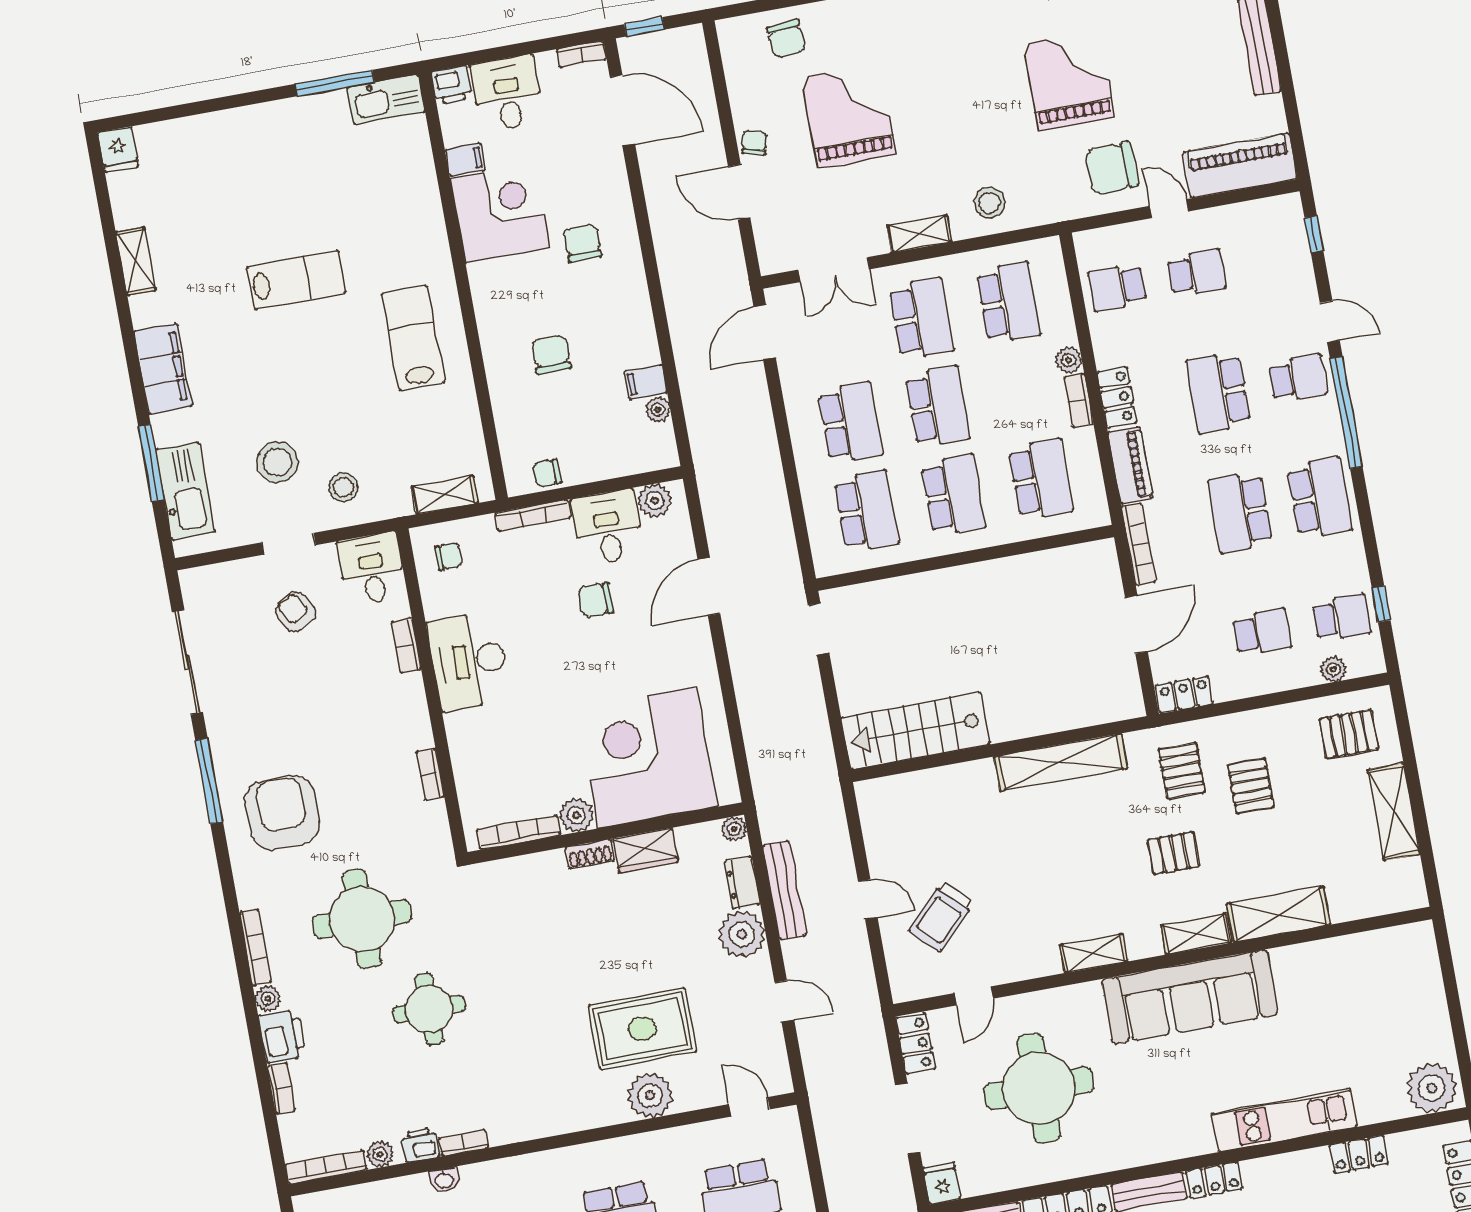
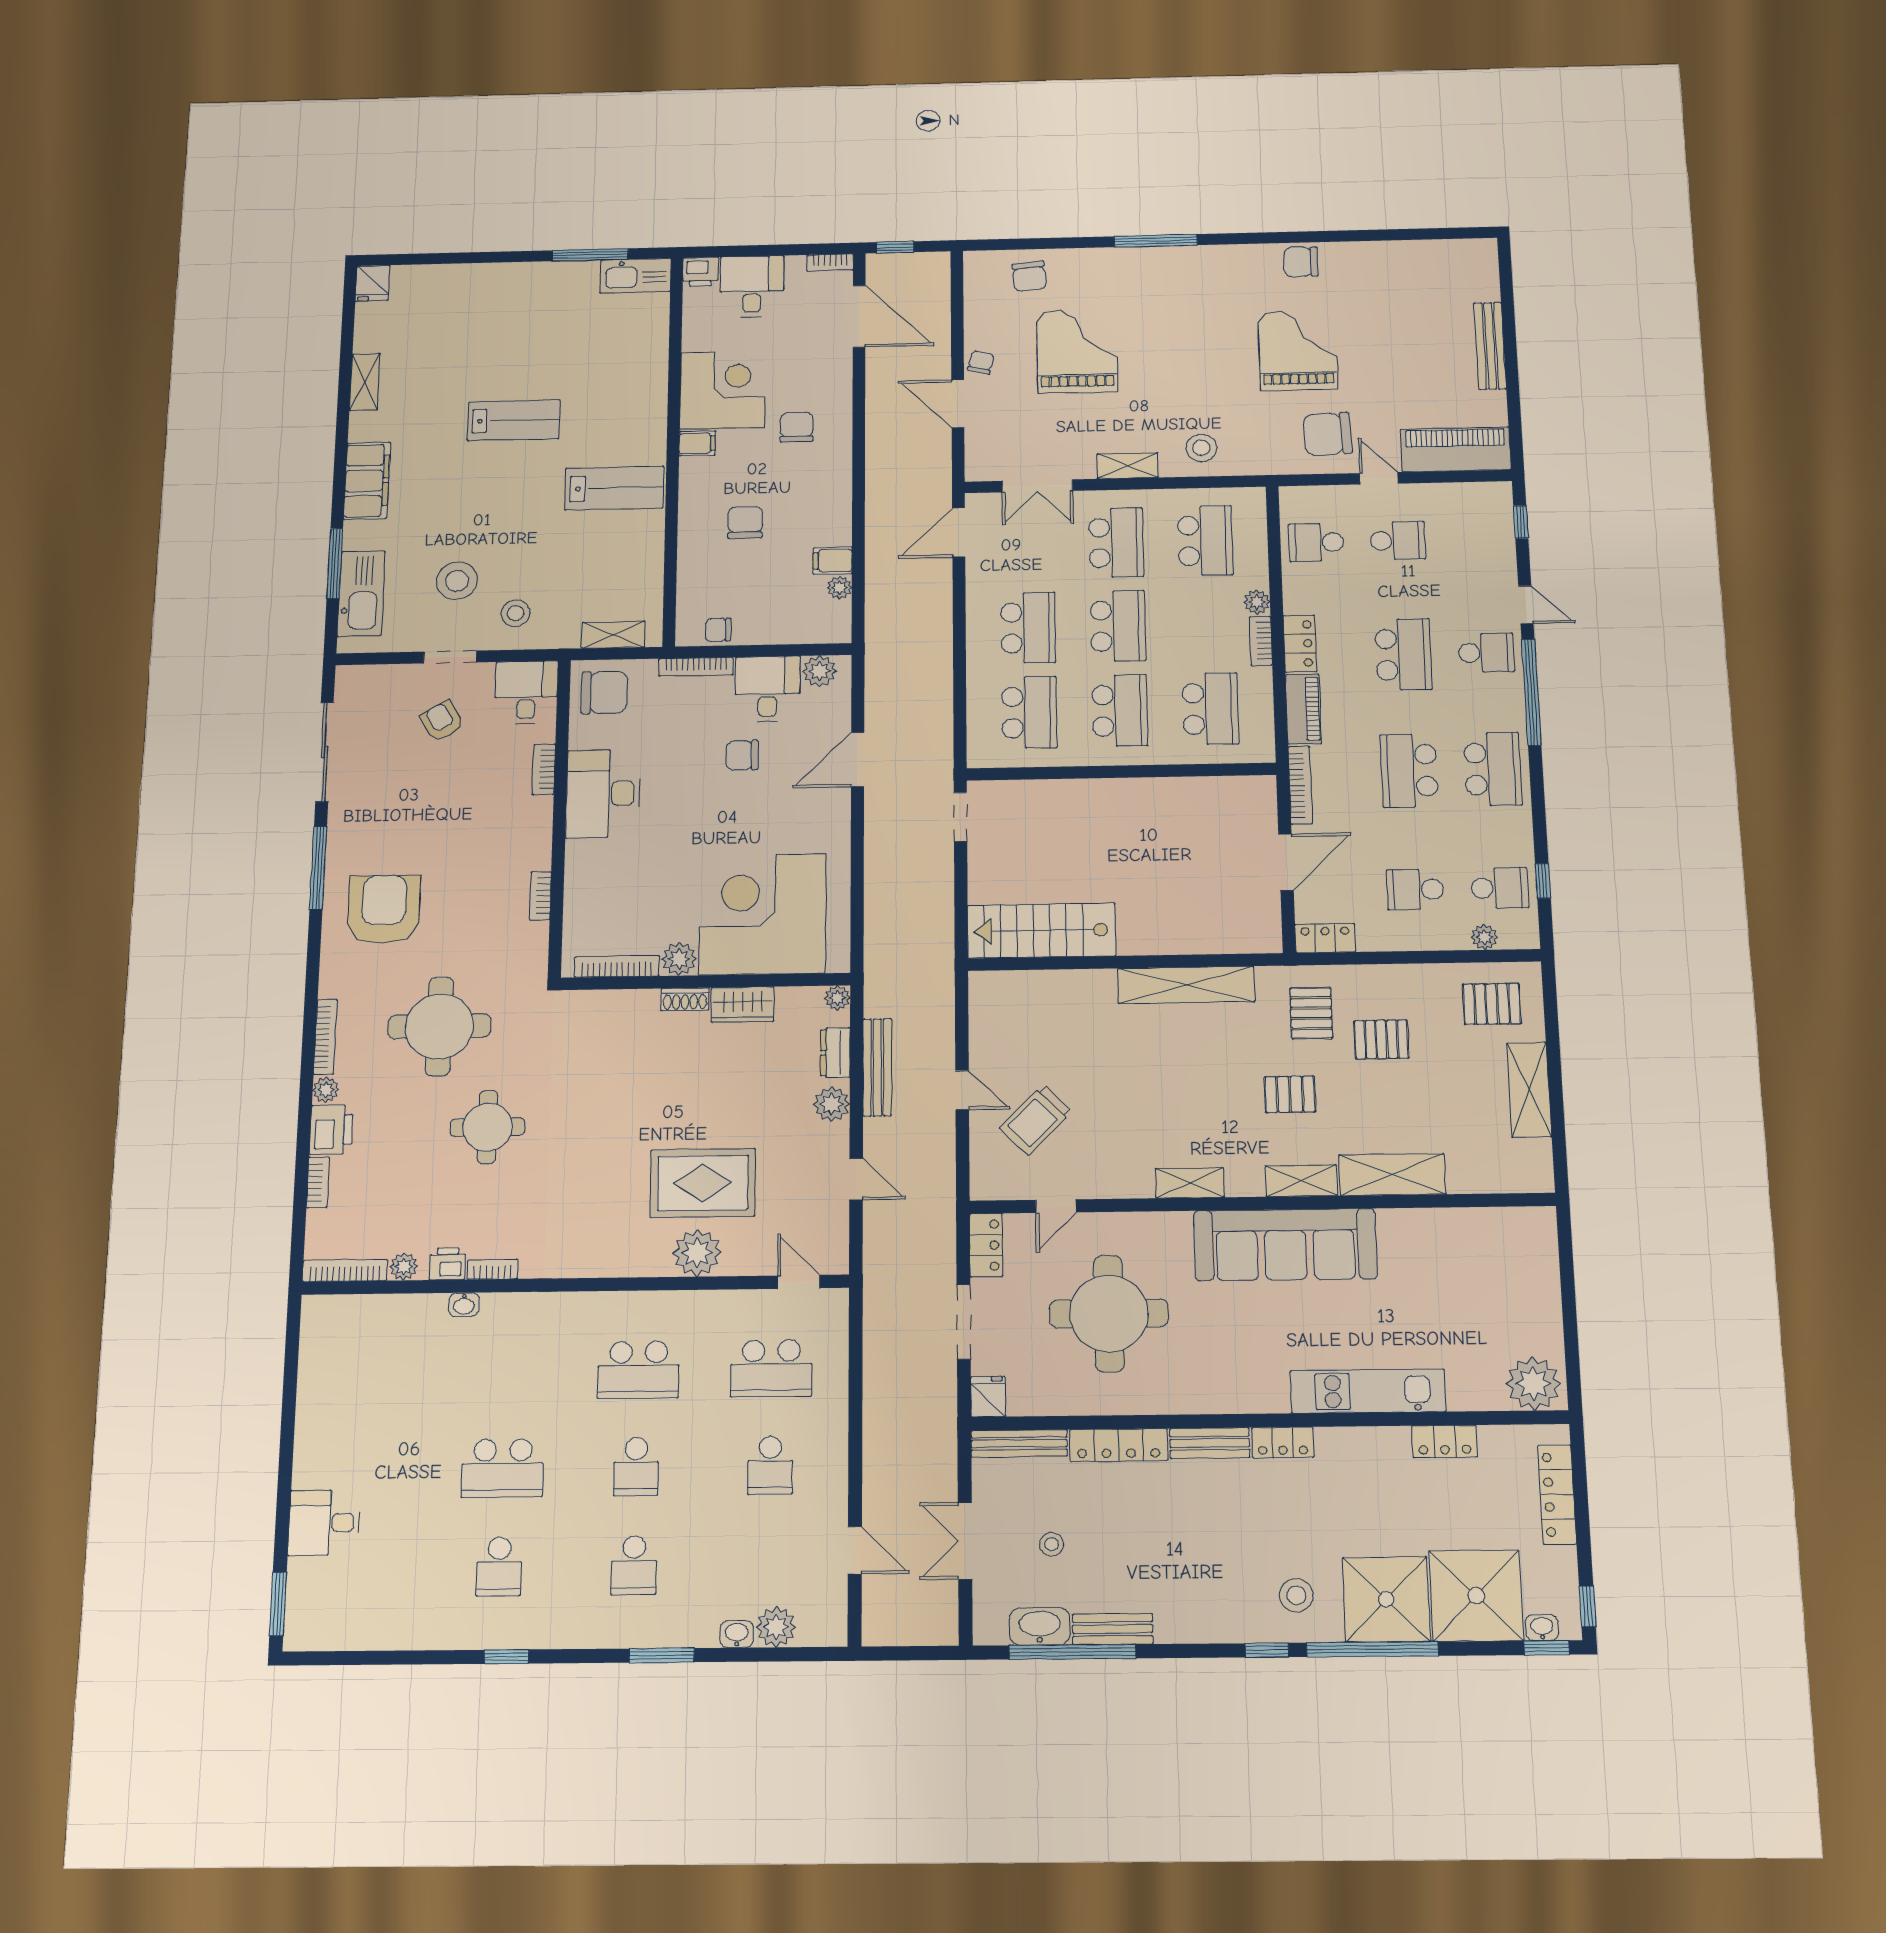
filing cabinet: (465, 160) -> (697, 443), moved
lab bench: (413, 338) -> (614, 488), turned 90
school desk: (1218, 393) -> (1403, 654), turned 180
chair: (448, 557) -> (604, 692), width x1.87, depth x1.87
school desk: (1262, 632) -> (1415, 889), turned 180
pallet: (1251, 786) -> (1381, 1039), turned 90
plant: (742, 934) -> (832, 1104), width x0.73, depth x0.73

